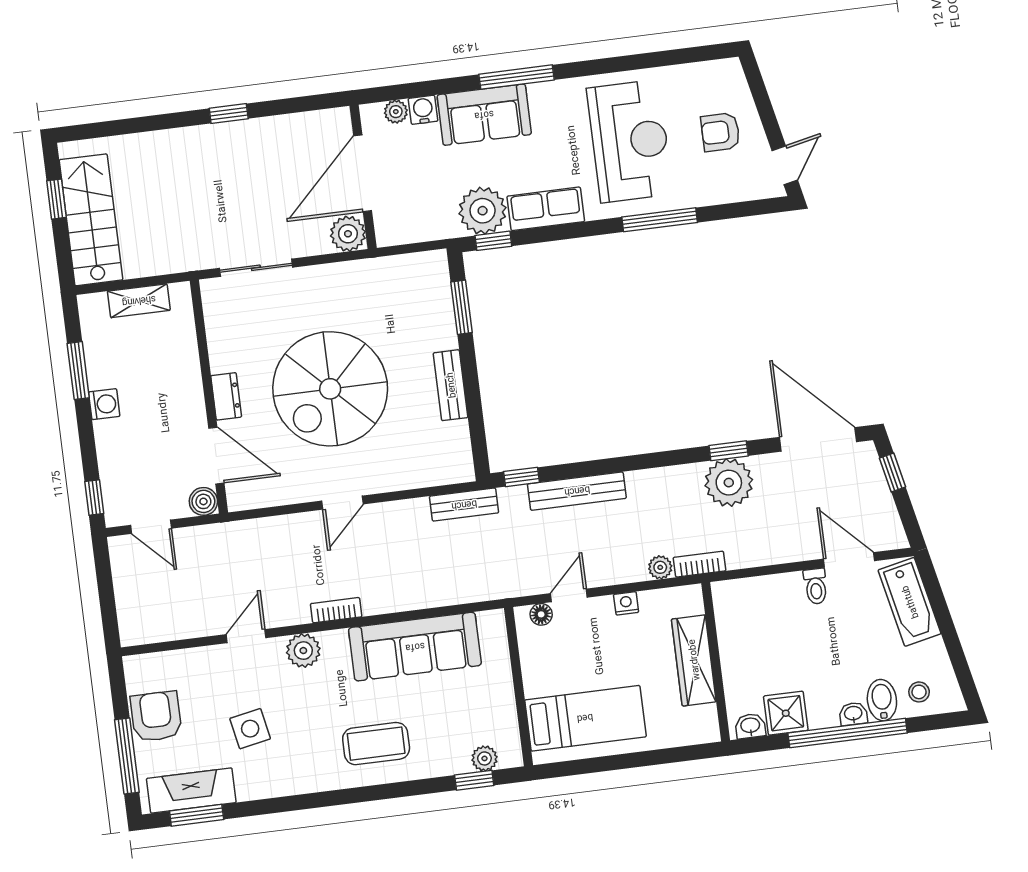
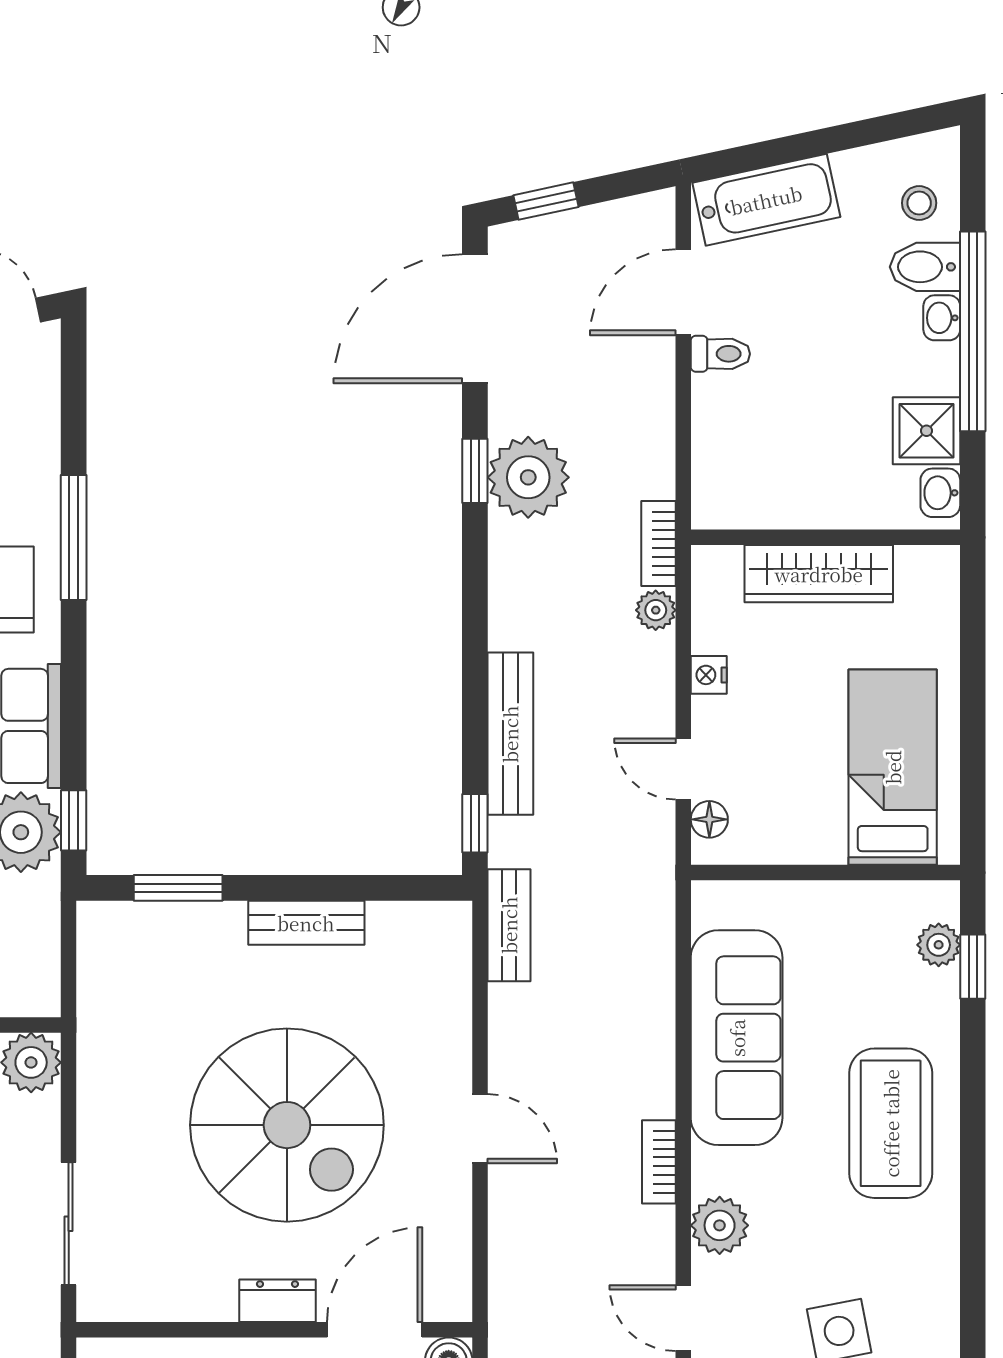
coffee table: (376, 744) -> (891, 1123), width x1.36, depth x1.32

